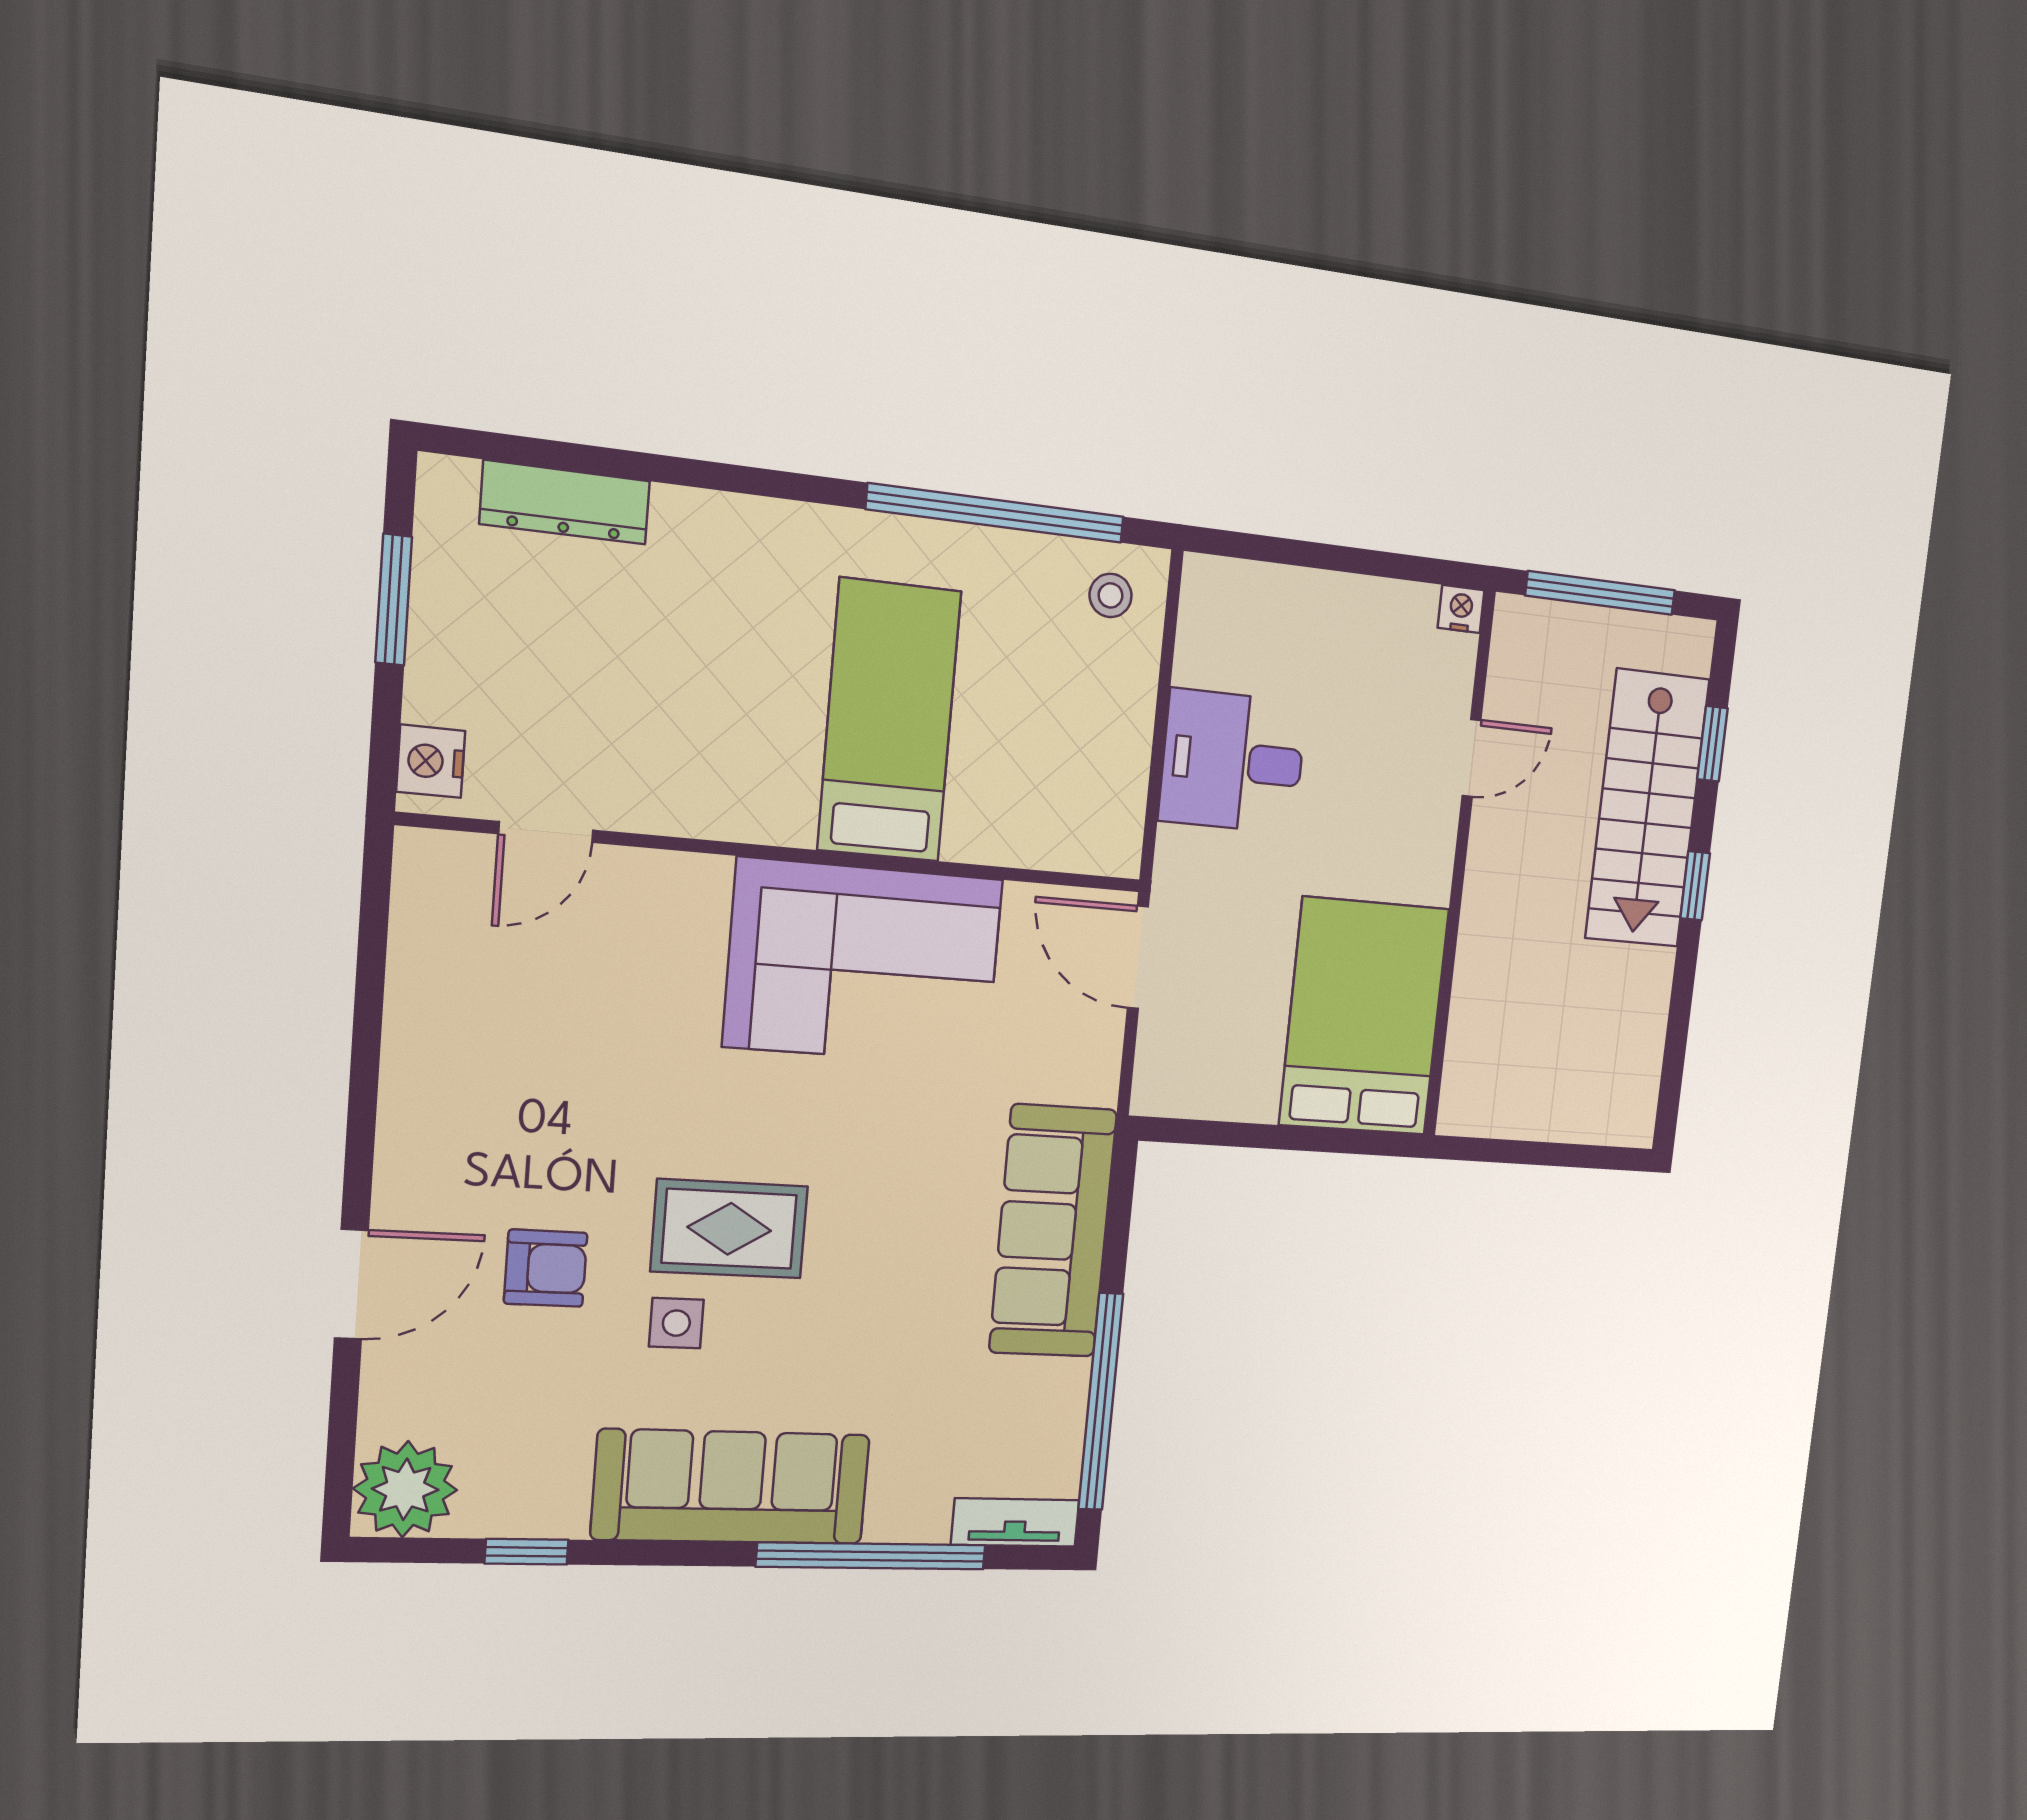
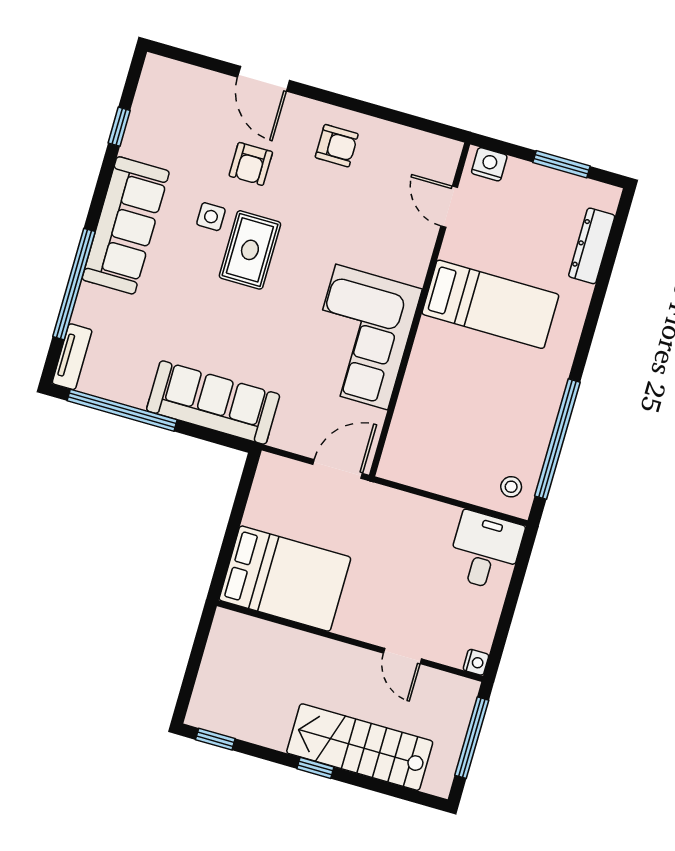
bed: (889, 721) -> (490, 304), moved
window: (1712, 744) -> (215, 739), moved
desk: (1233, 761) -> (485, 551), moved
armchair: (465, 1098) -> (337, 146), added
plant: (405, 1489) -> (163, 80), removed

